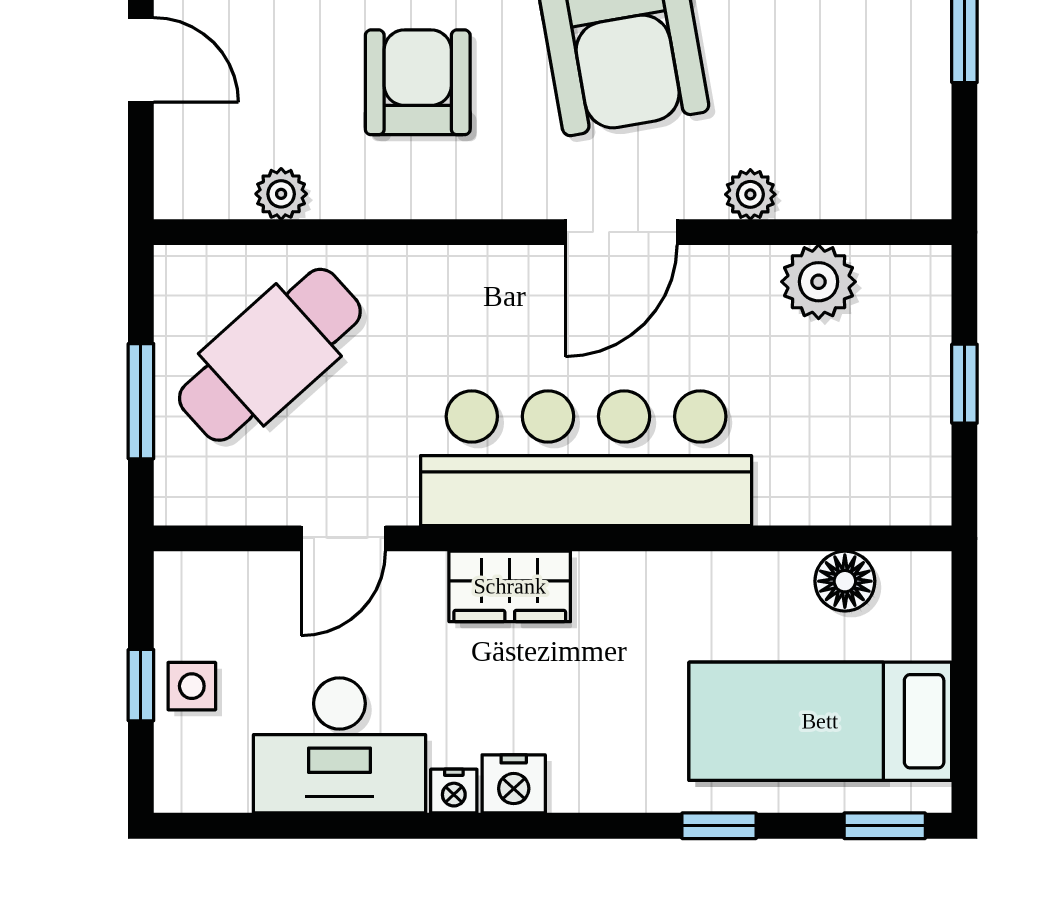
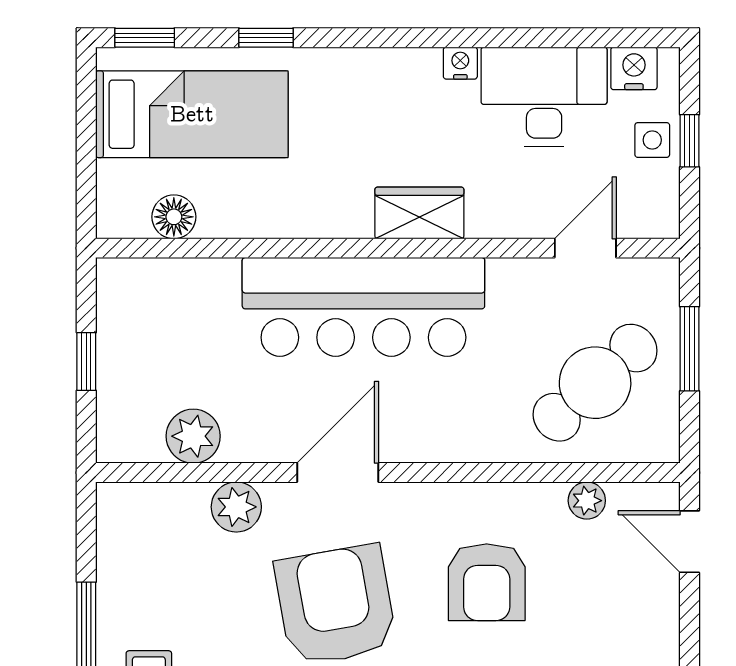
door: (141, 60) -> (690, 542), moved
plant: (750, 194) -> (236, 507), width x1.38, depth x1.38
door: (343, 538) -> (585, 248), moved
nightstand: (514, 784) -> (634, 68), moved

